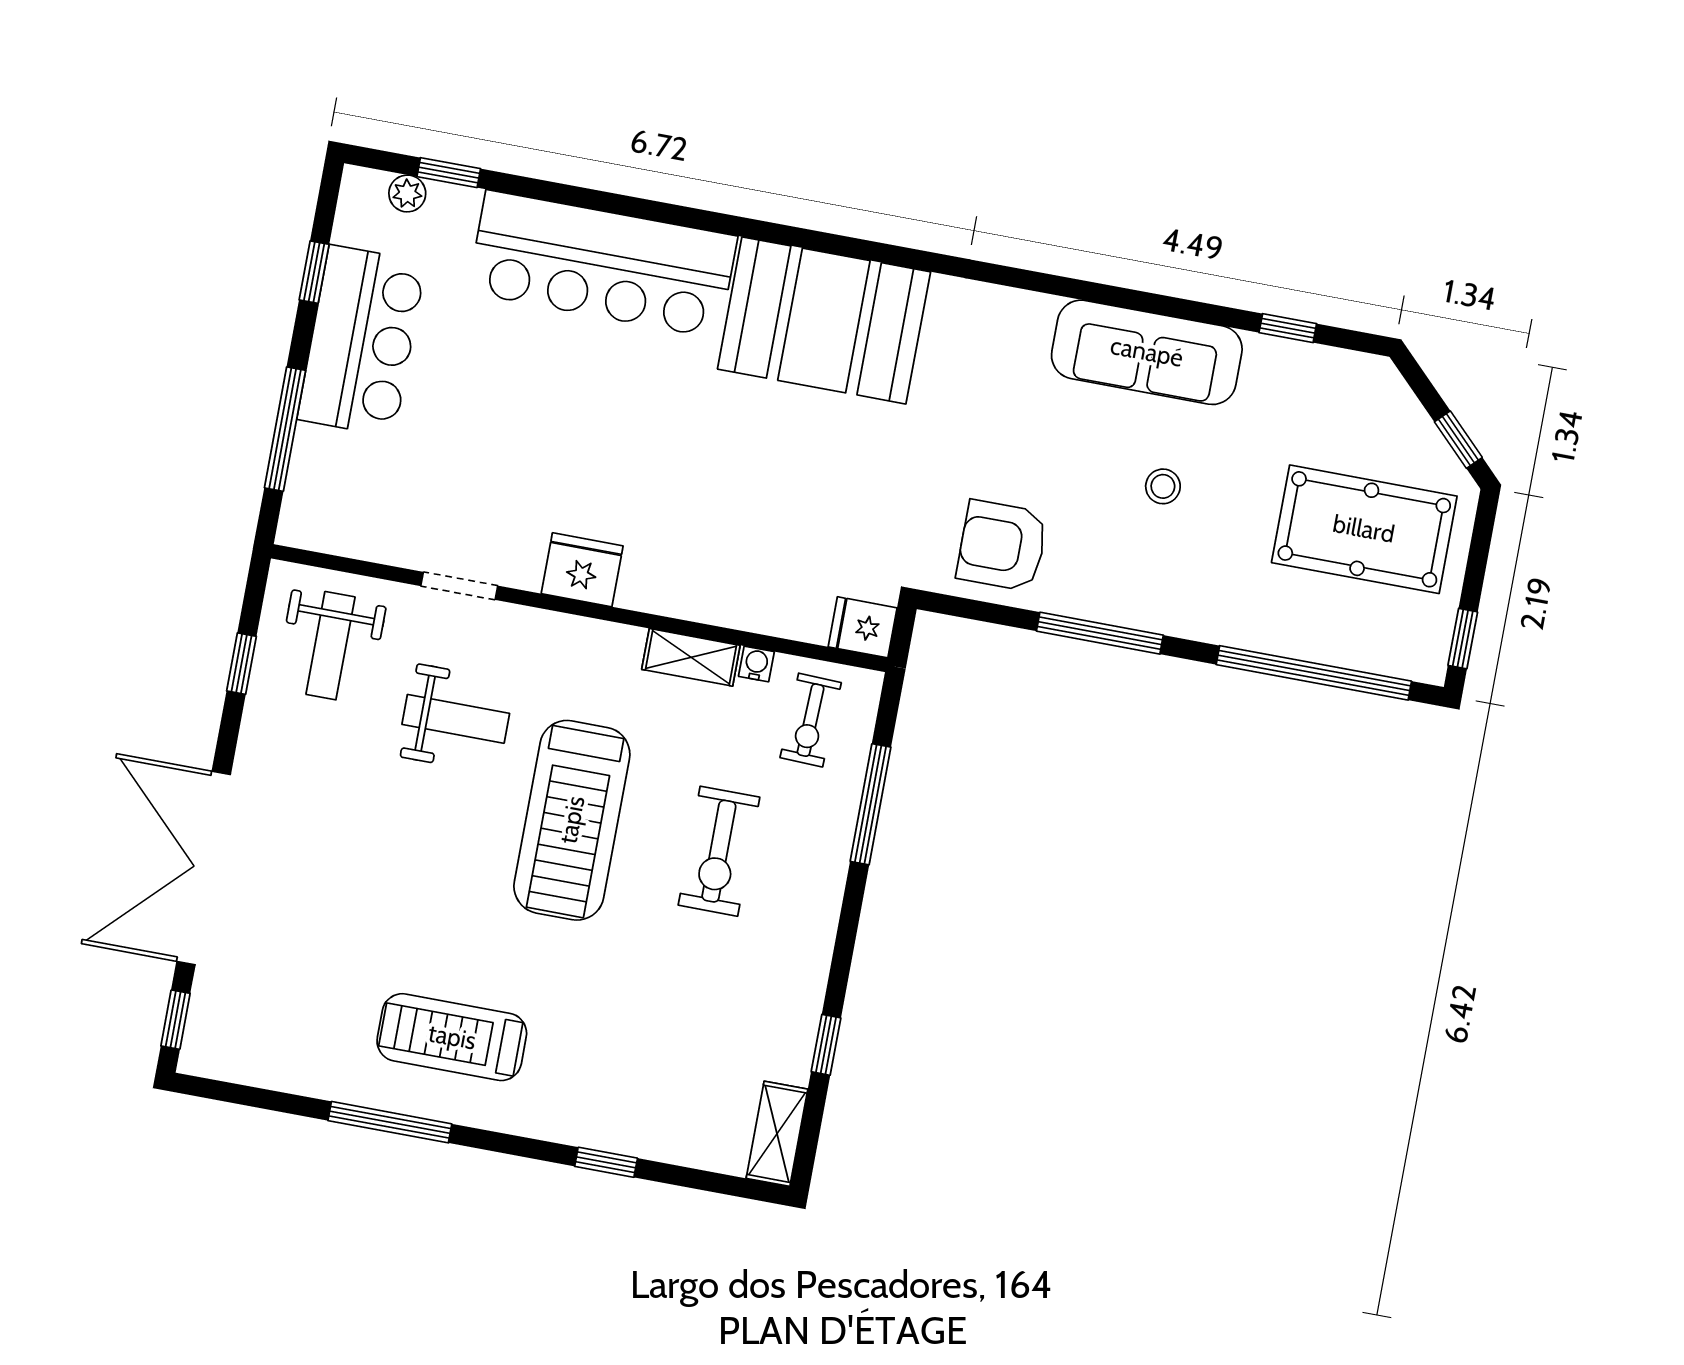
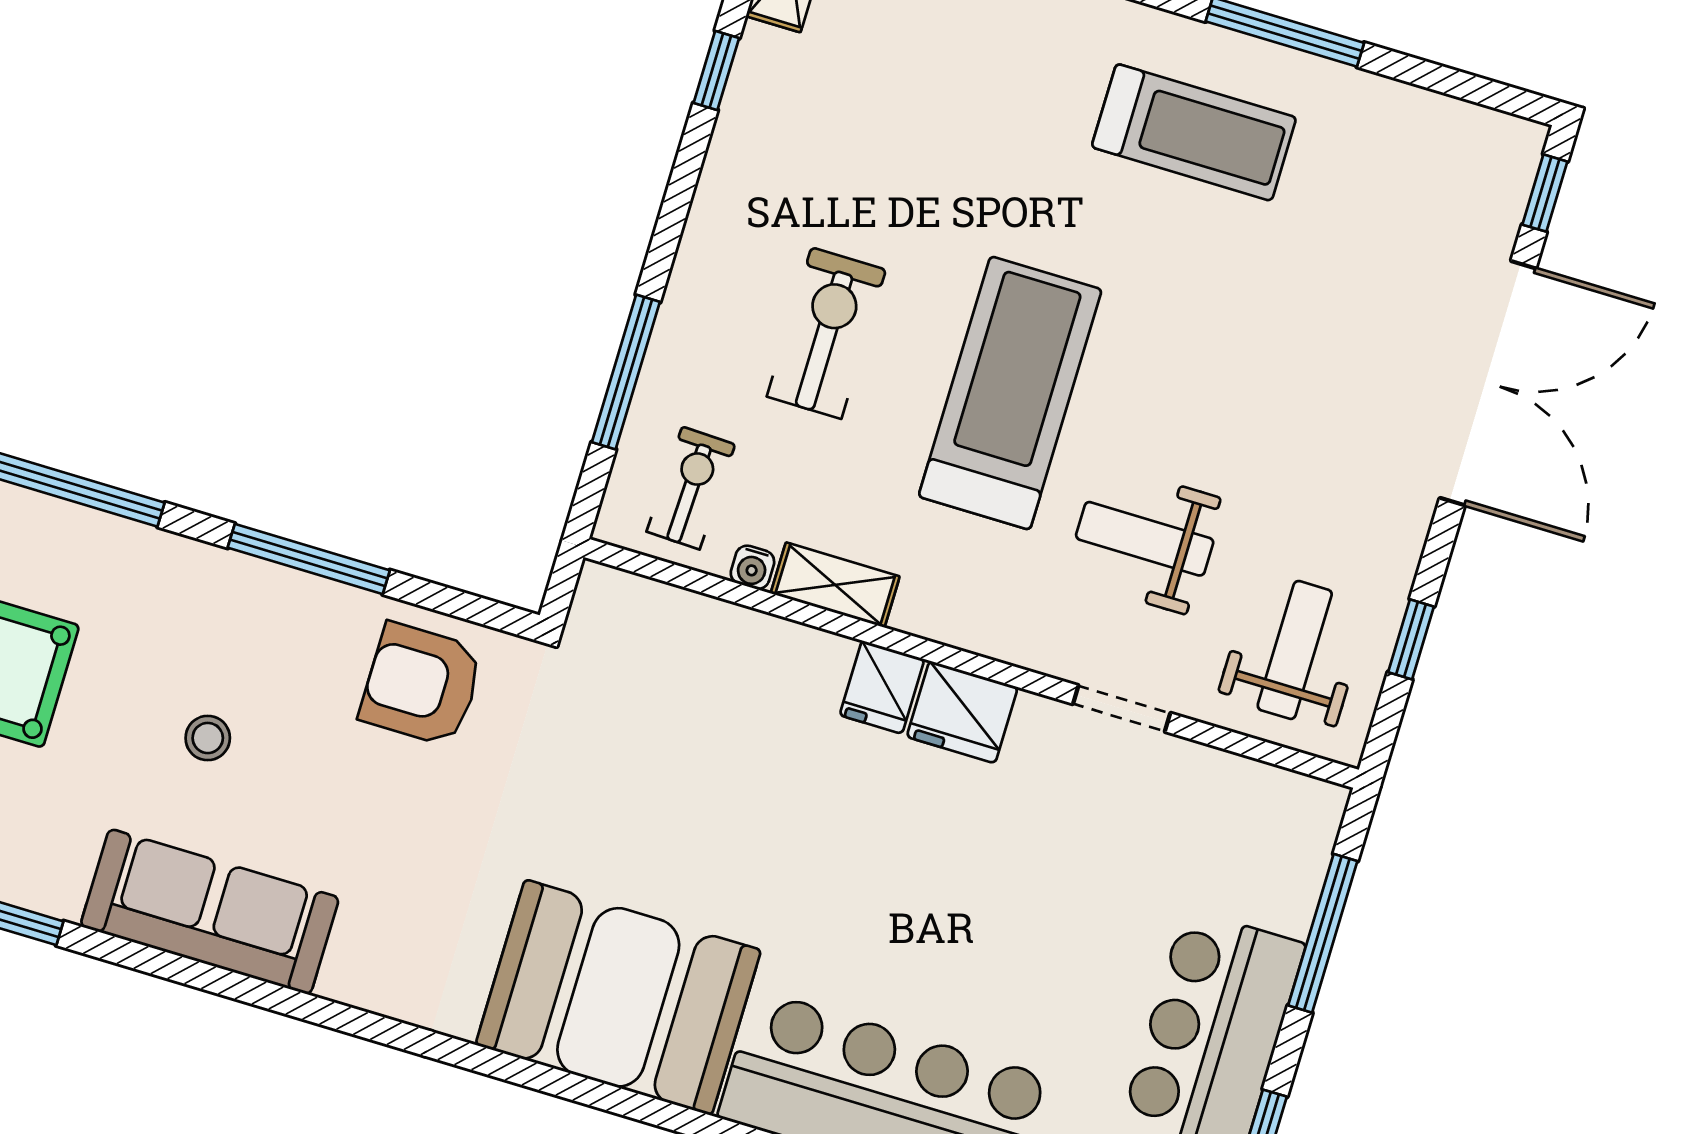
armchair: (1002, 546) -> (422, 685), turned 180
fridge: (863, 627) -> (882, 687), moved, turned 90

